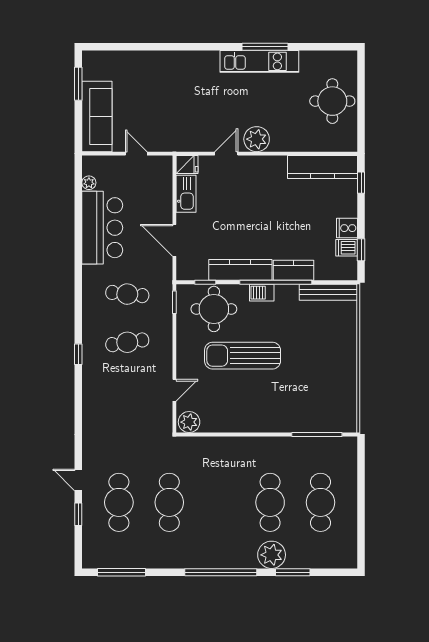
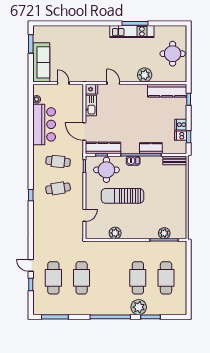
plant: (257, 139) -> (145, 75), moved
door: (226, 154) -> (113, 83), hinge flipped
kitchen counter: (240, 270) -> (103, 148), moved
bench: (328, 292) -> (175, 160), width x0.73
plant: (189, 422) -> (115, 233), moved
plant: (317, 422) -> (164, 233), added

